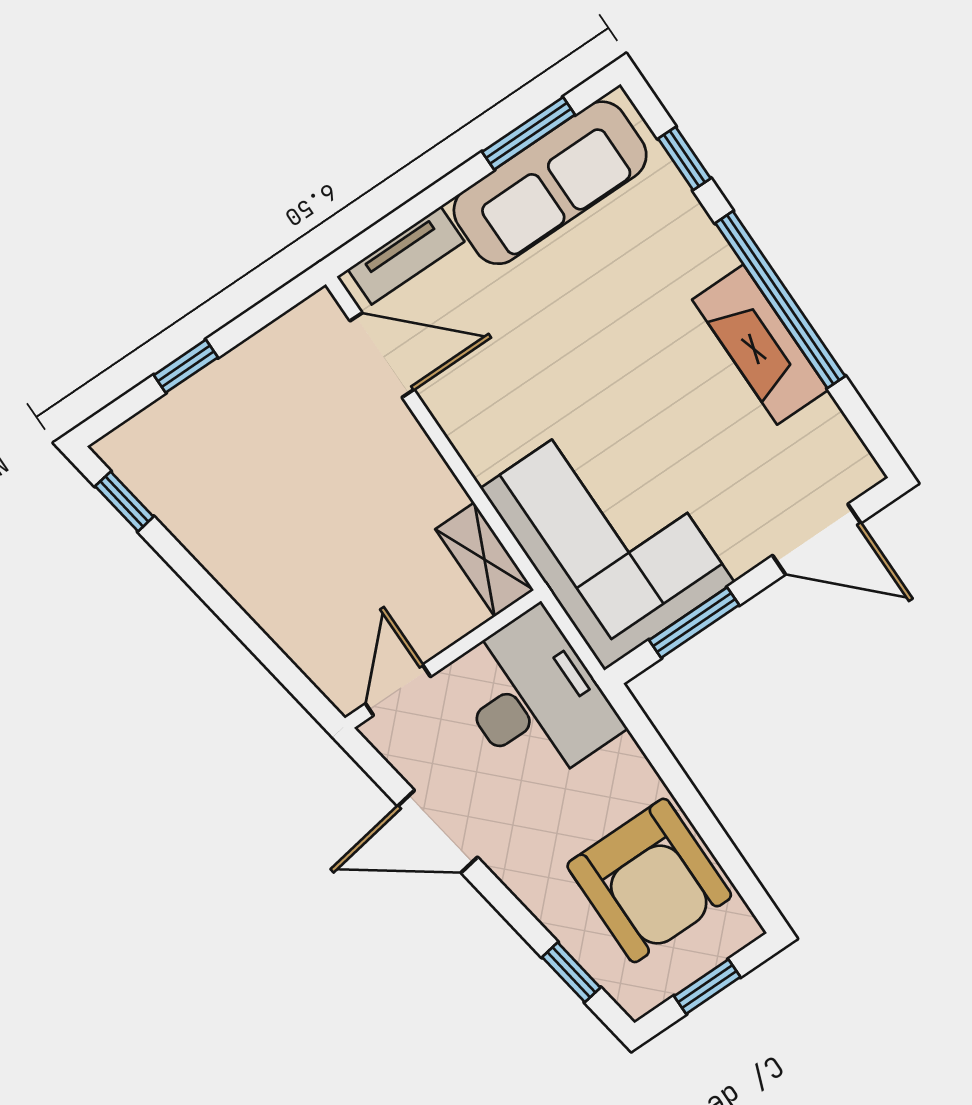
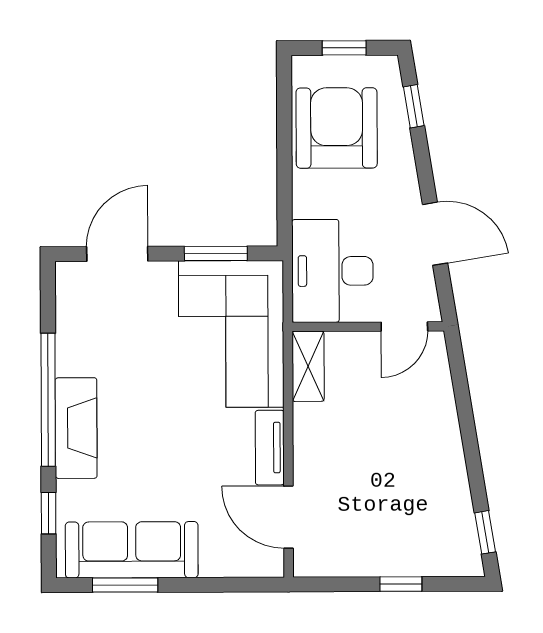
tv unit: (406, 255) -> (270, 448), moved, turned -90
fireplace: (760, 345) -> (76, 428), moved
door: (817, 539) -> (117, 254), hinge flipped

